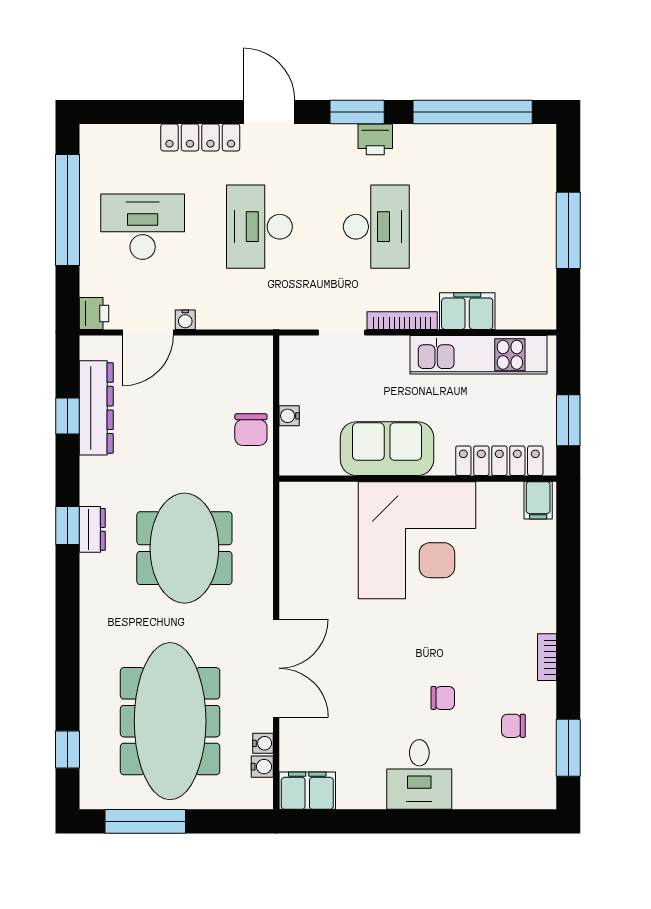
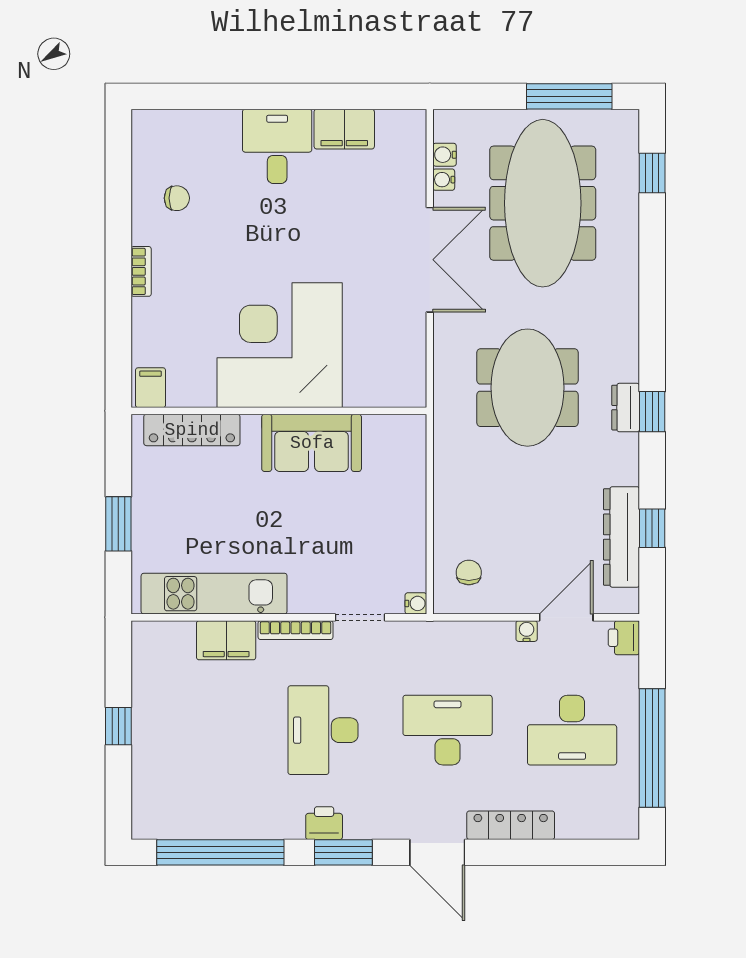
desk: (259, 227) -> (448, 730), turned -90
window: (568, 230) -> (118, 726), width x0.46
water cooler: (289, 416) -> (416, 603), moved
chair: (251, 430) -> (469, 572), moved, width x0.73, depth x0.73
sofa: (387, 449) -> (312, 443), moved
locker: (499, 461) -> (192, 430), moved
wall: (418, 479) -> (279, 411), moved
filing cabinet: (538, 500) -> (151, 388), moved
corner desk: (417, 540) -> (280, 345), moved
double door: (276, 668) -> (430, 260), swing flipped
chair: (443, 698) -> (252, 228), removed
window: (568, 748) -> (118, 175), removed
filing cabinet: (307, 791) -> (344, 129), moved

